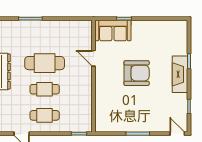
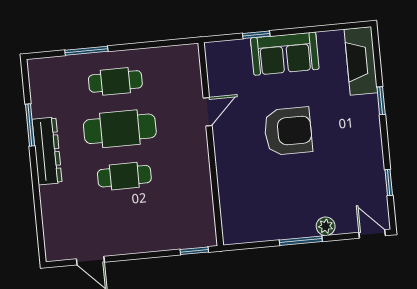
sofa: (113, 30) -> (285, 54), moved
door: (94, 58) -> (208, 112), swing flipped
fireplace: (180, 74) -> (361, 61), moved
cafe table: (45, 115) -> (115, 81), moved
plant: (152, 127) -> (326, 226), added

